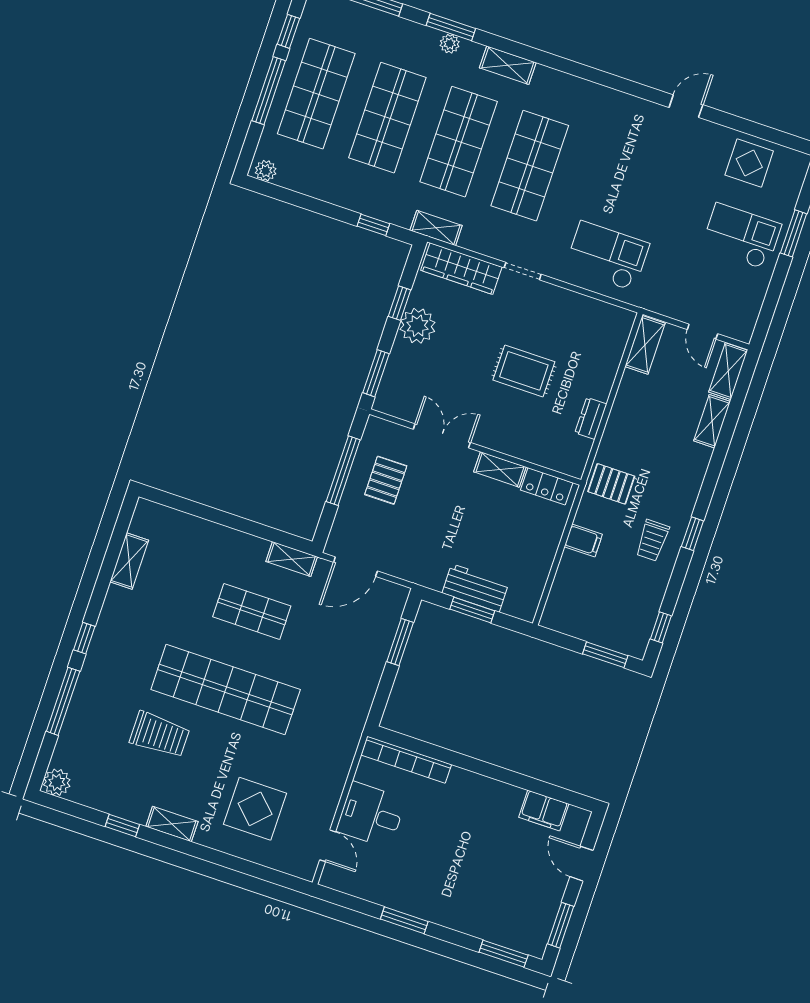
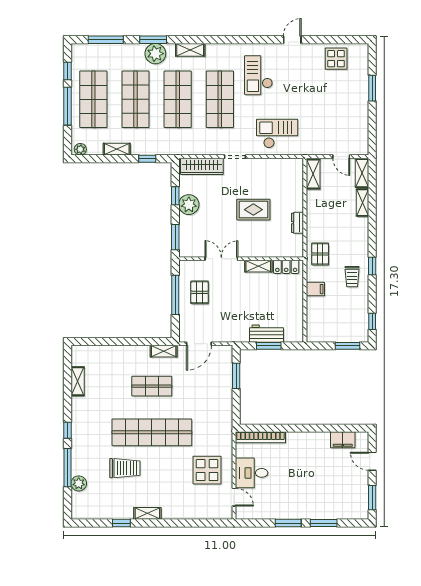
plant: (450, 44) -> (155, 54), width x1.87, depth x1.87
shelving: (436, 228) -> (117, 149), moved
checkout: (741, 236) -> (258, 75), moved, turned -90
pallet: (611, 484) -> (320, 254), turned 90
plant: (57, 782) -> (79, 483), moved
display table: (255, 809) -> (207, 470), moved
window: (504, 954) -> (324, 523), moved

